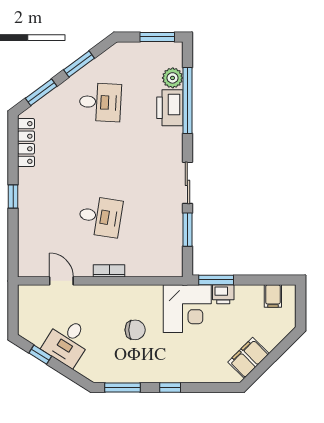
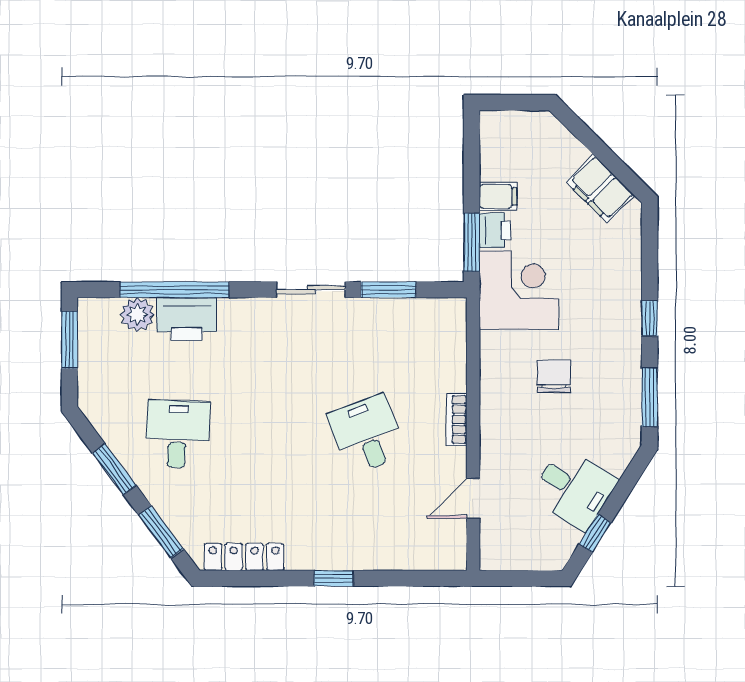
desk: (100, 217) -> (367, 434), turned -30
filing cabinet: (273, 296) -> (498, 197), moved

